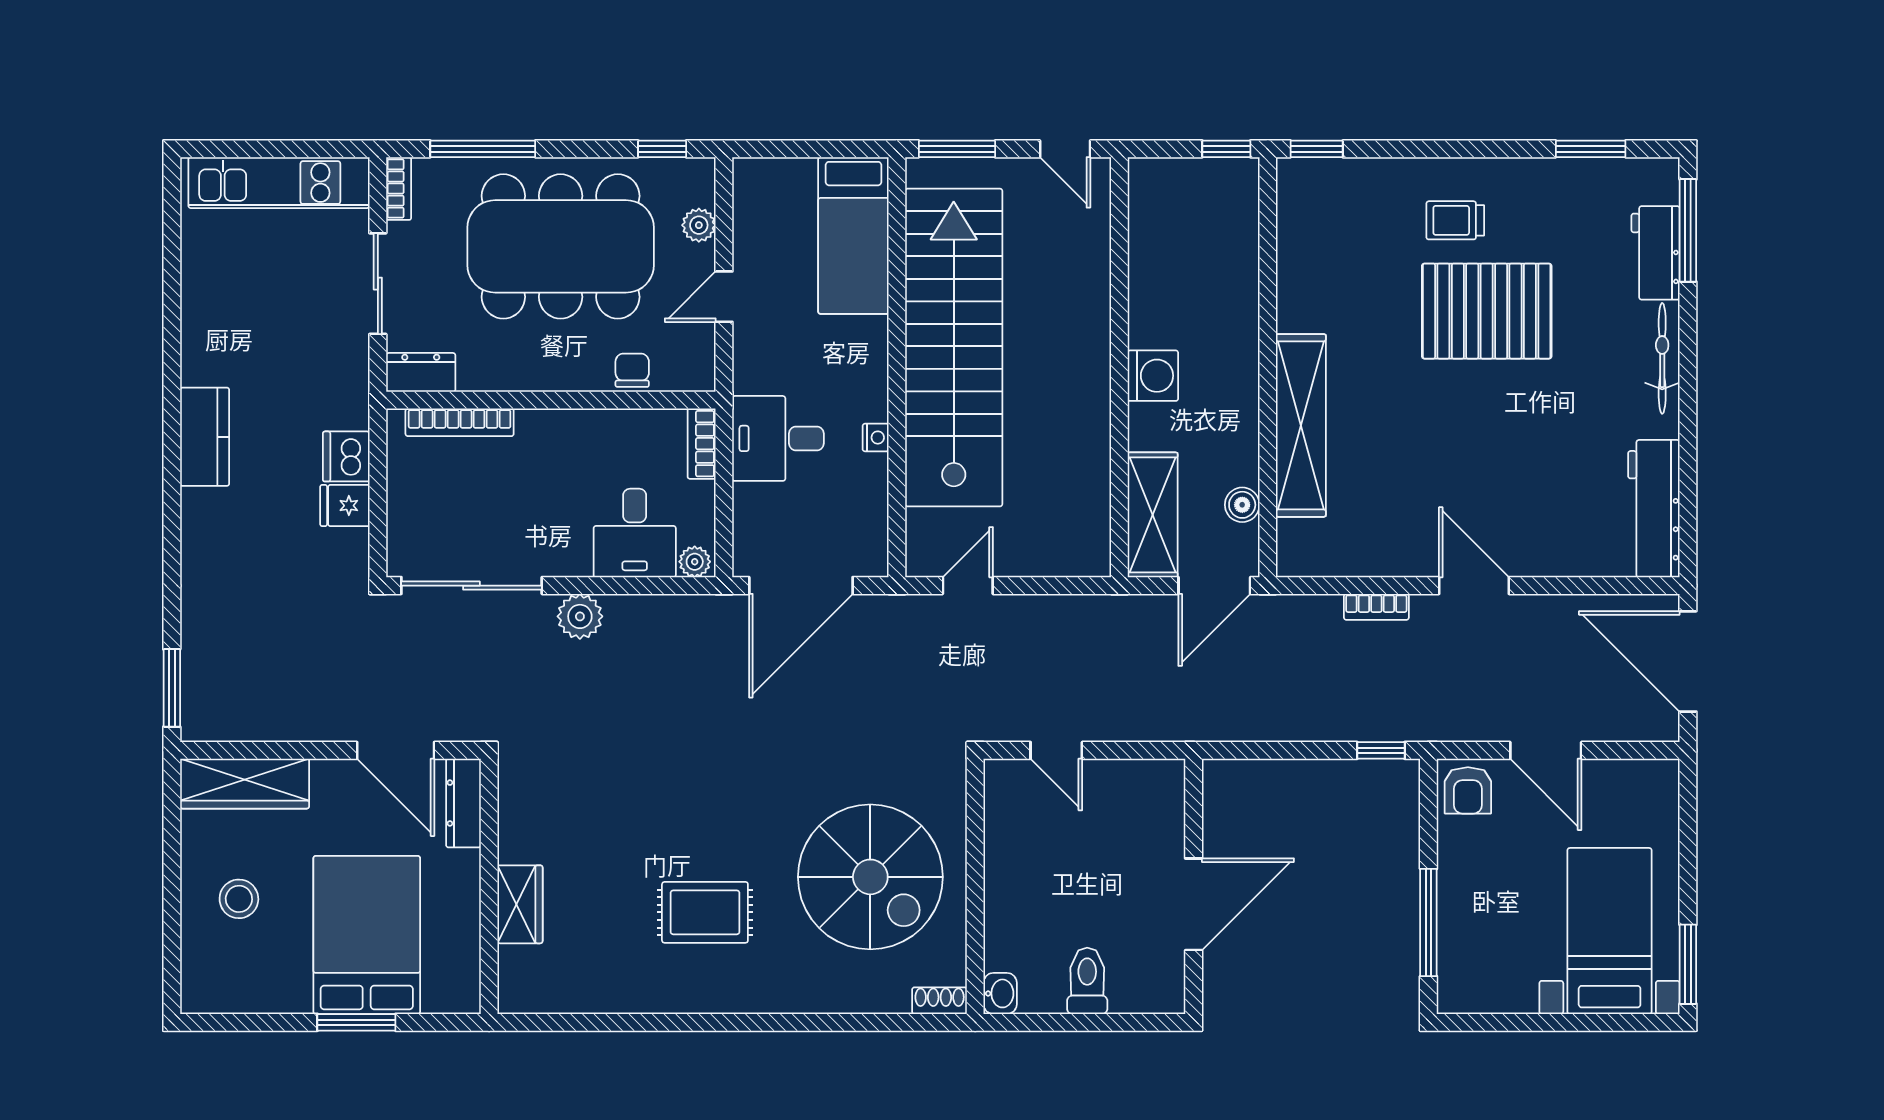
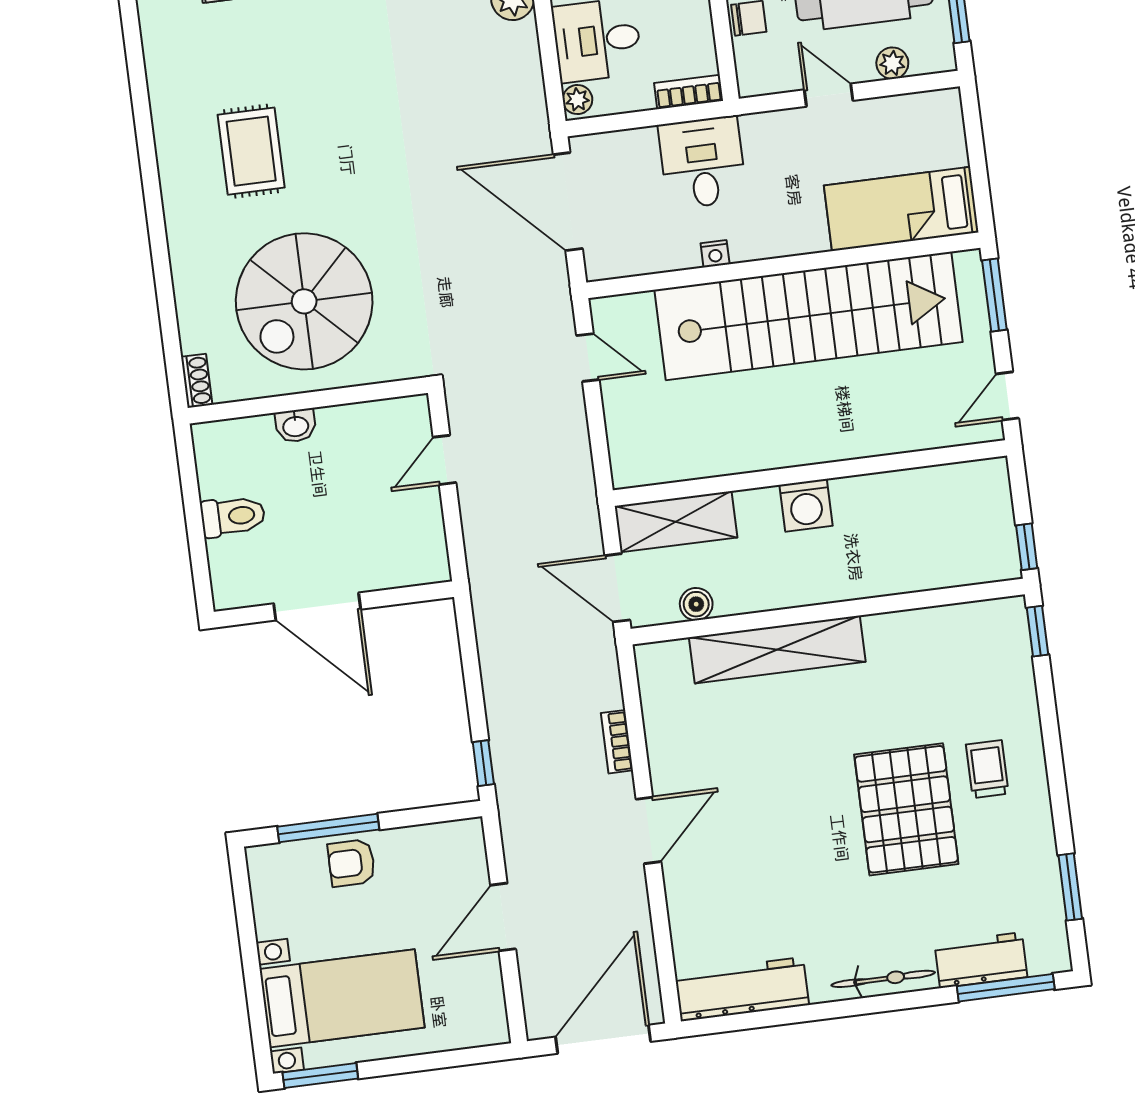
armchair: (1468, 790) -> (351, 863), moved
washbasin: (1000, 993) -> (296, 426), moved

